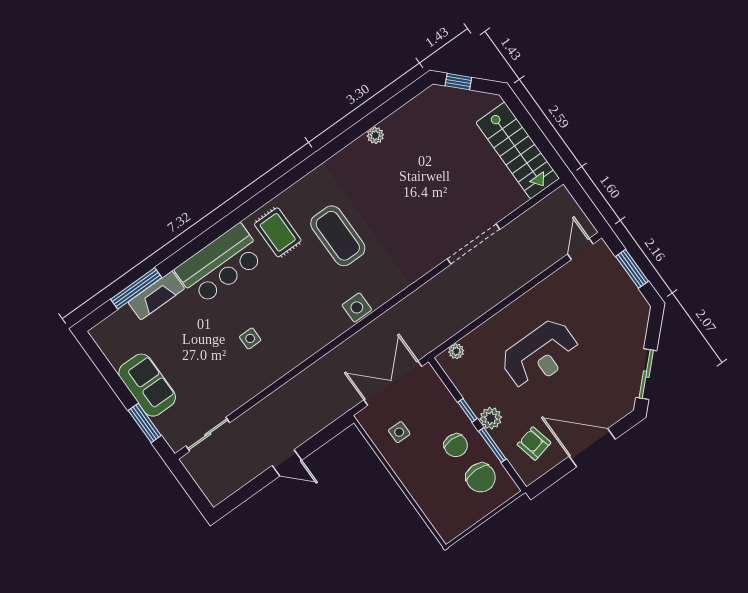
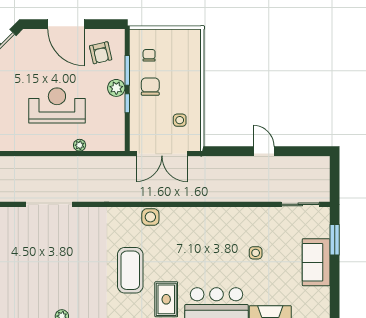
side table: (250, 338) -> (256, 253), moved
plant: (456, 351) -> (80, 145), moved
chair: (481, 478) -> (149, 55), width x0.54, depth x0.54

